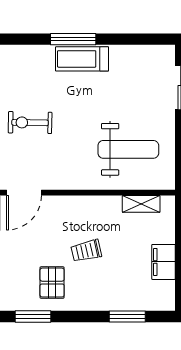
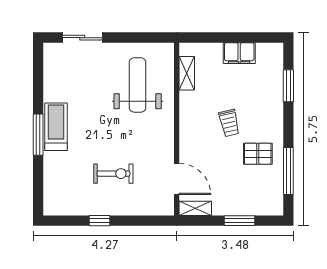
treadmill: (82, 59) -> (56, 127), turned 180
exercise bike: (30, 123) -> (113, 174), turned -91
window: (33, 316) -> (288, 171), width x1.44

